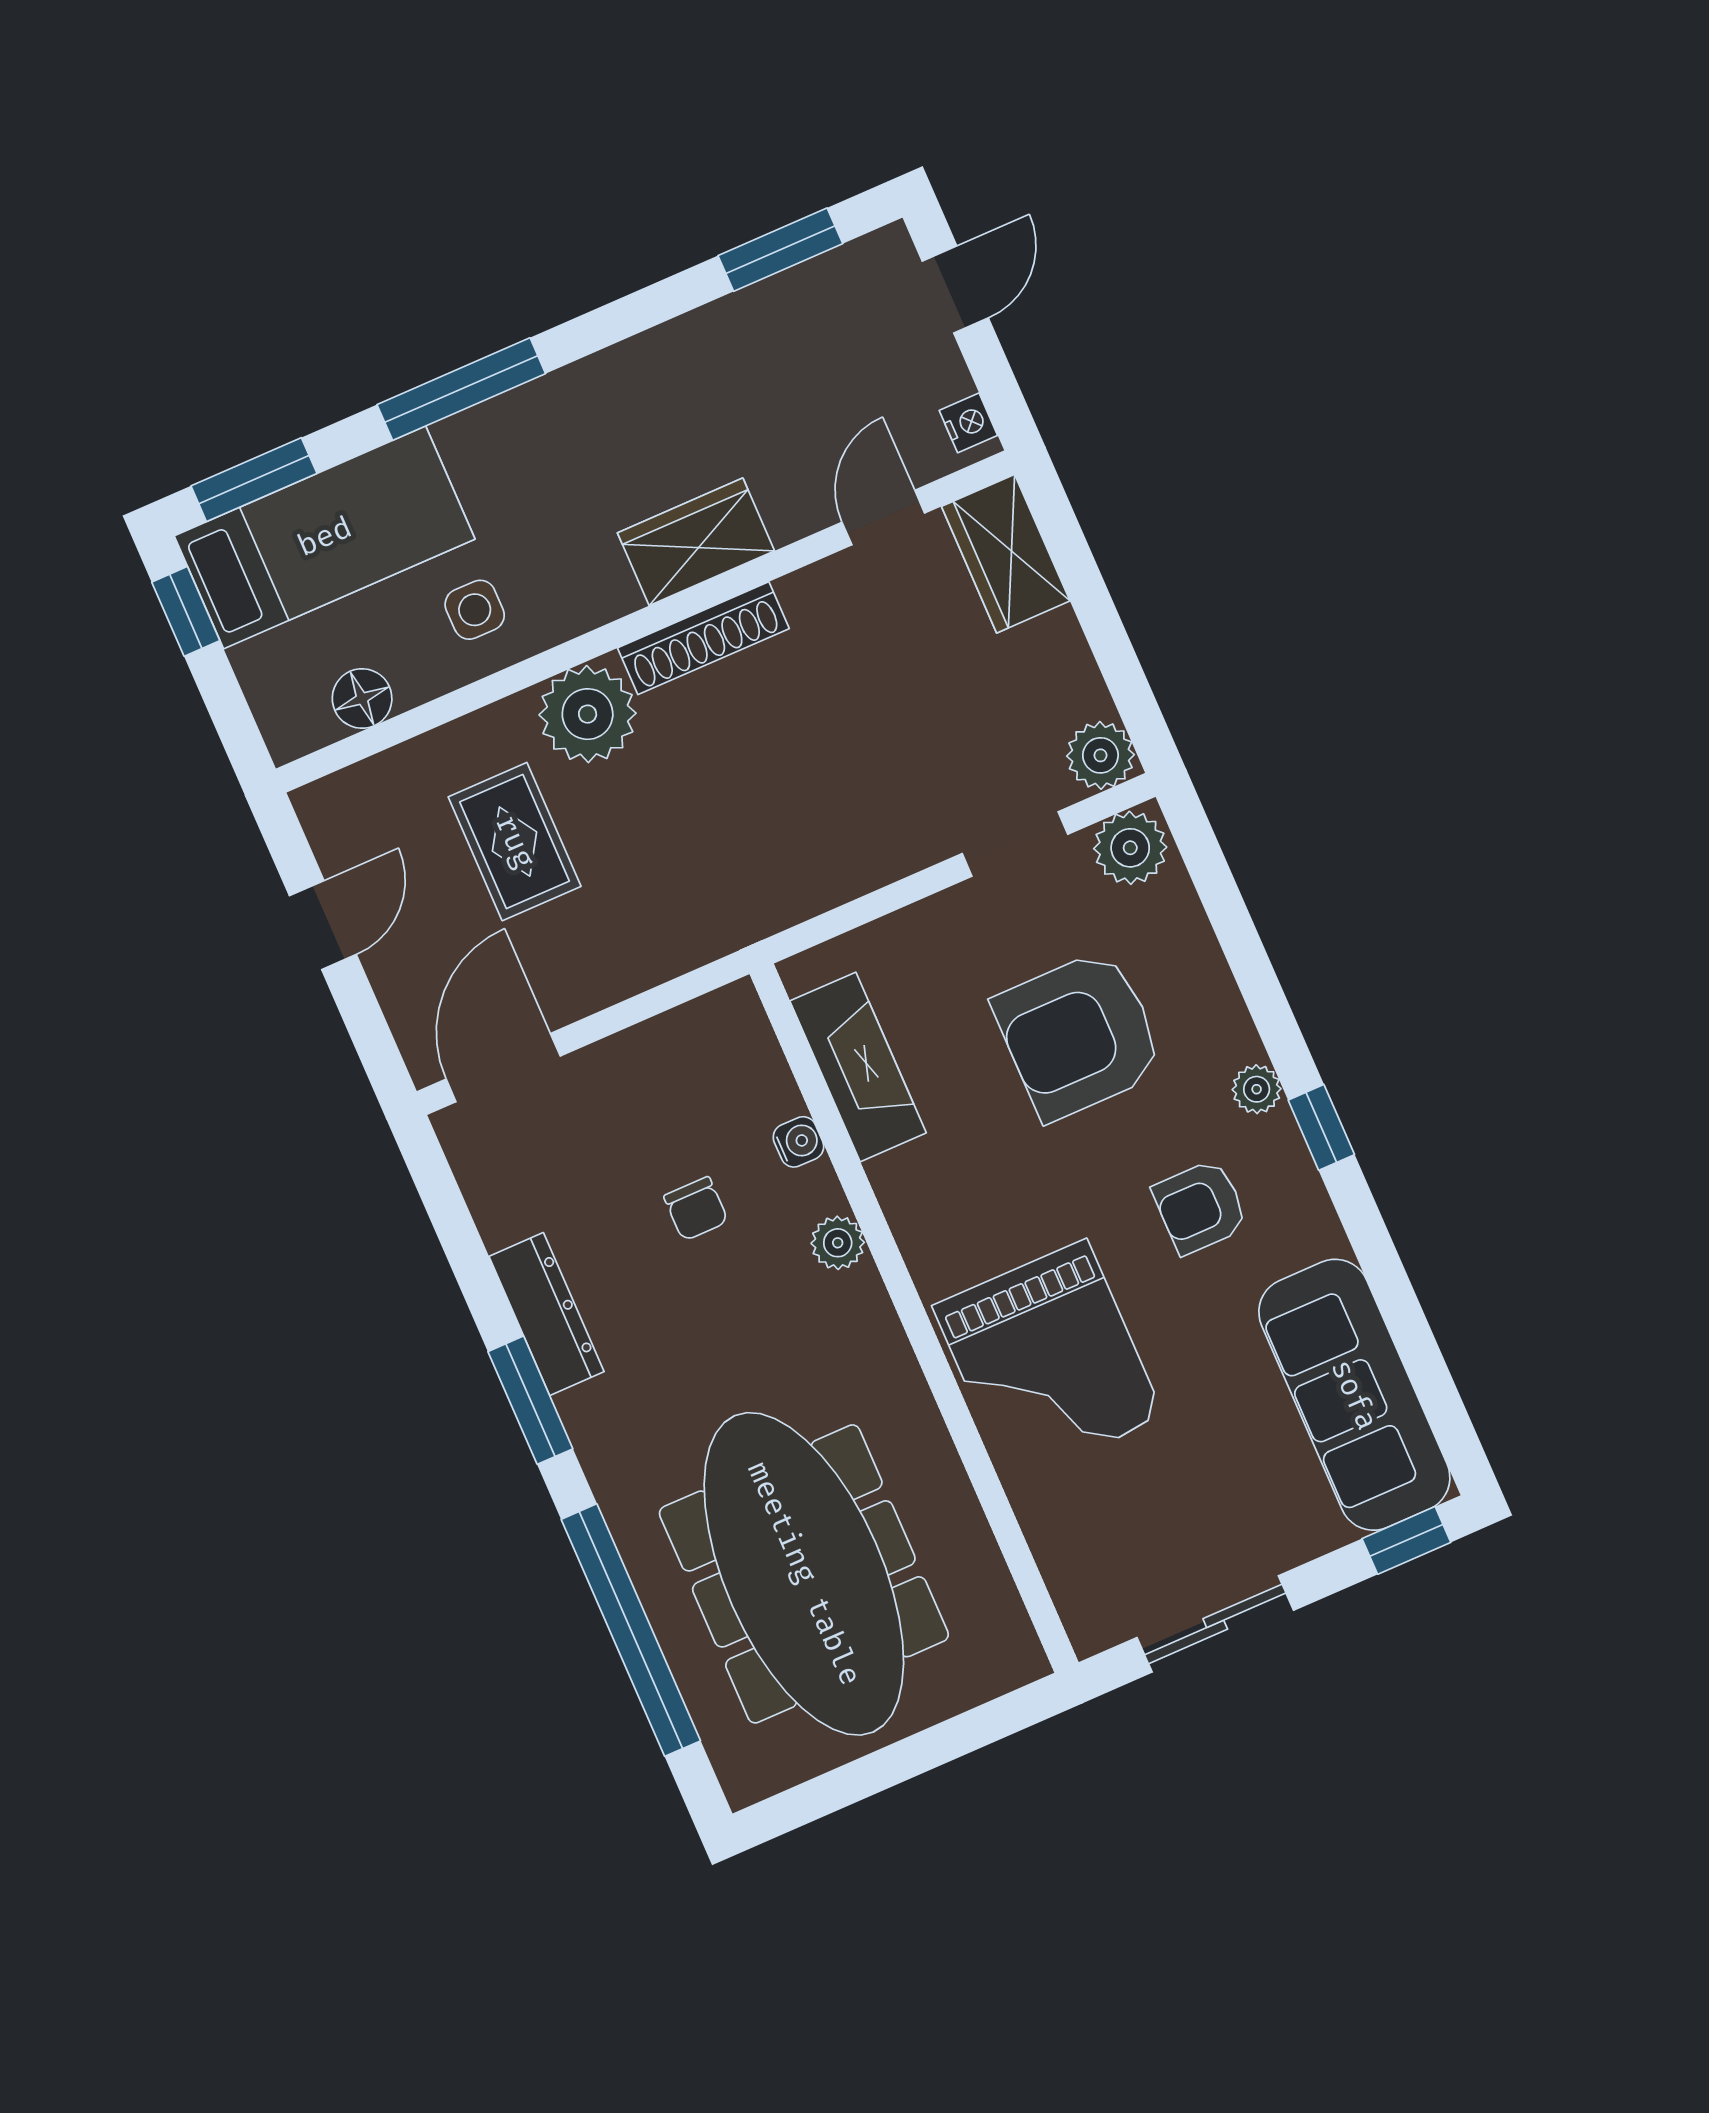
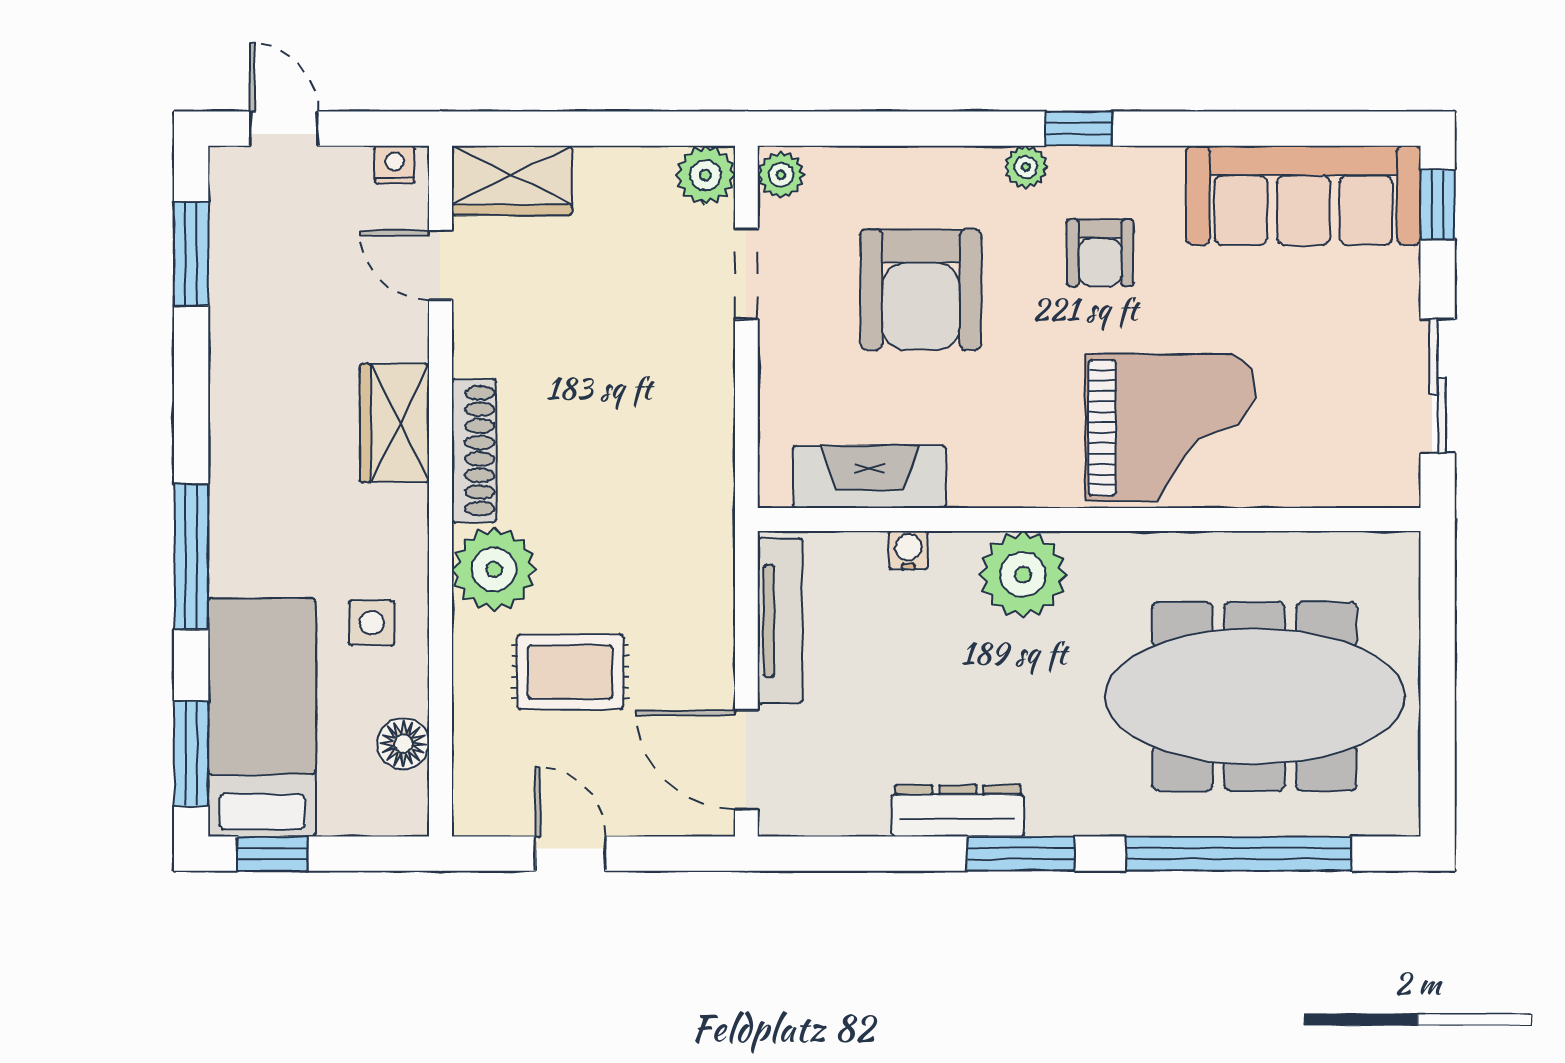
plant: (1130, 848) -> (781, 175), width x0.73, depth x0.73
tv unit: (665, 1039) -> (780, 621), added
chair: (696, 1209) -> (926, 655), removed
plant: (838, 1243) -> (1023, 575), width x1.88, depth x1.88

